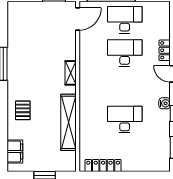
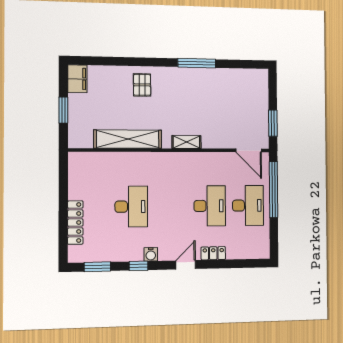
pallet: (23, 110) -> (142, 85), turned 90
filing cabinet: (15, 151) -> (77, 79), moved, turned -90
locker: (103, 165) -> (75, 223), moved

